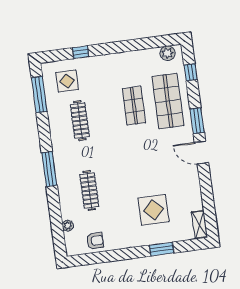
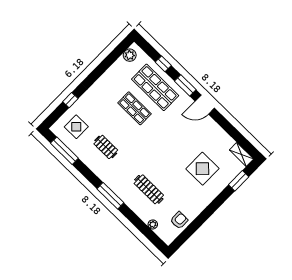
window: (191, 72) -> (163, 64), moved
clothes rail: (80, 121) -> (106, 147), width x0.73
window: (162, 249) -> (239, 181), moved

